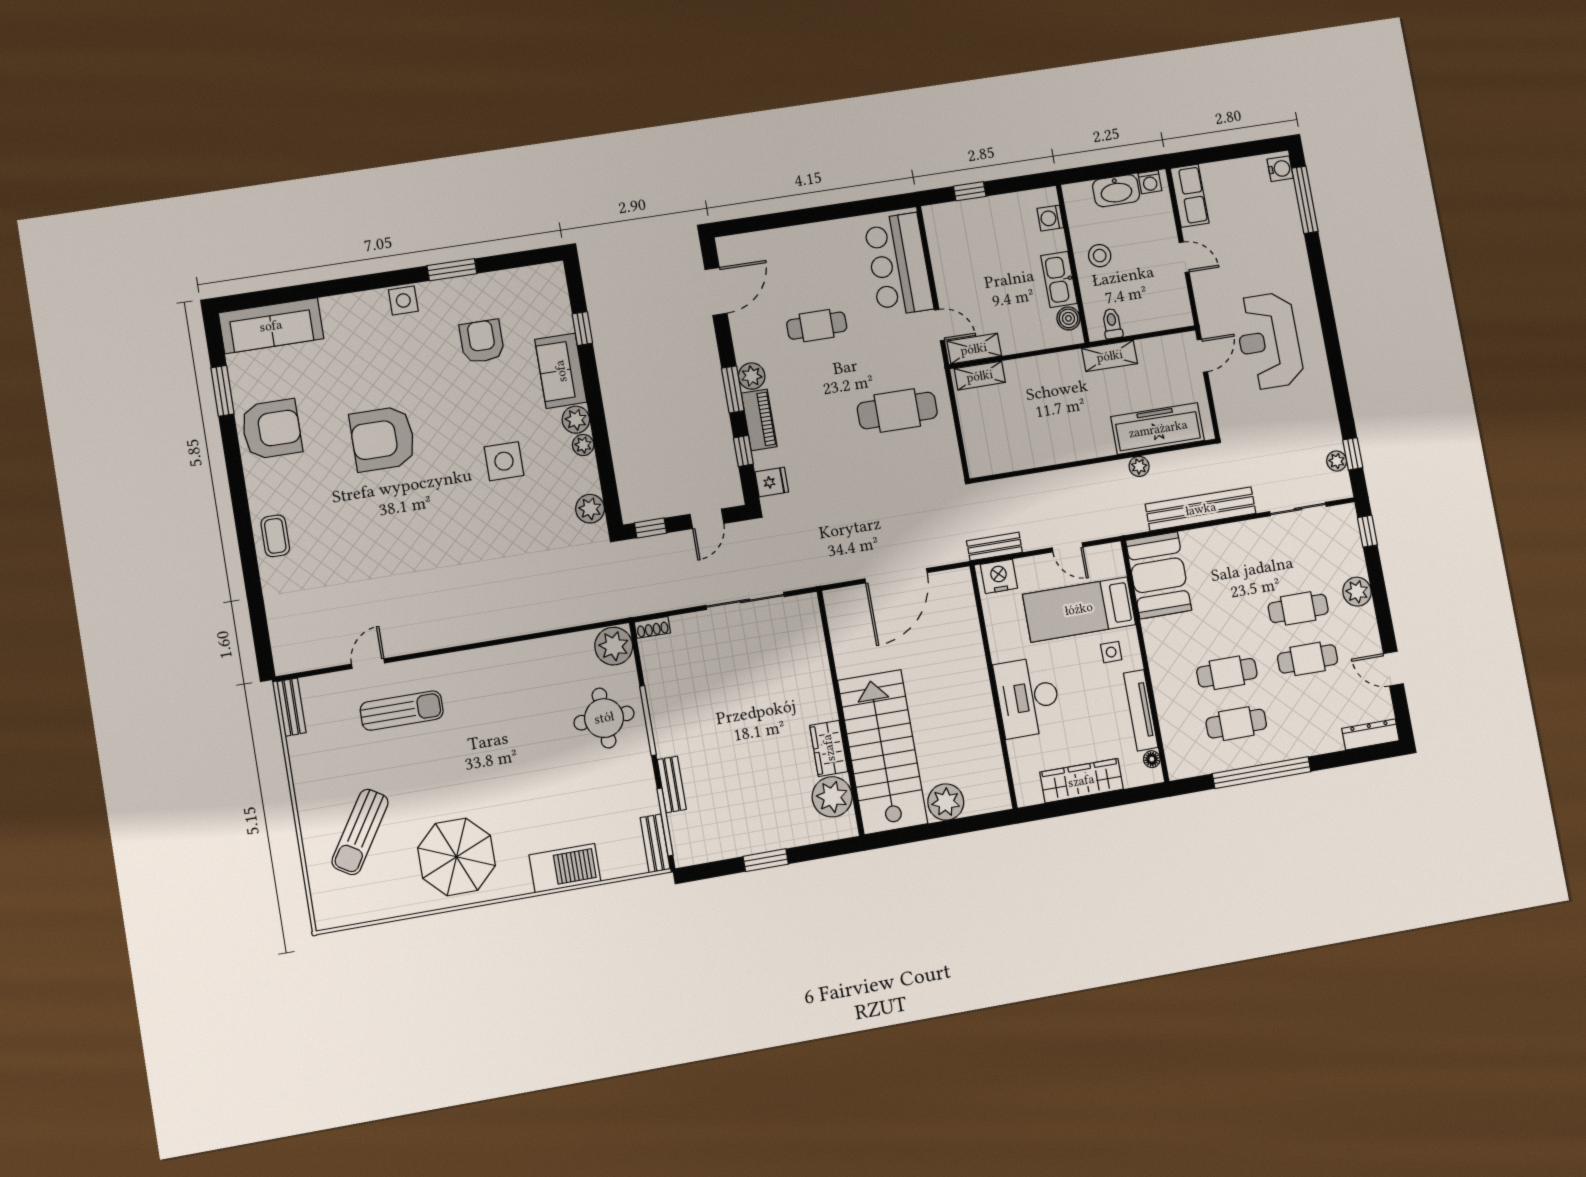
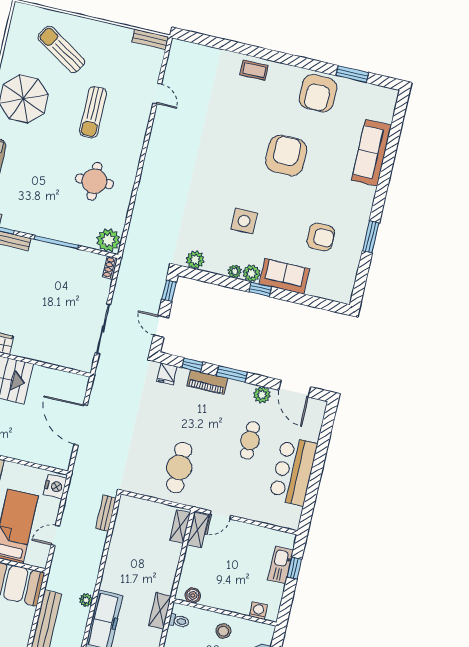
bar counter: (899, 265) -> (293, 471), moved, turned -90
kitchen sink: (1059, 279) -> (281, 565), moved, turned -90
side table: (403, 301) -> (364, 201), removed
sofa: (271, 326) -> (371, 153), moved
window: (582, 329) -> (260, 289), moved
plant: (752, 376) -> (262, 395), moved
bench: (995, 547) -> (106, 513), moved
sun lounger: (402, 711) -> (93, 112), moved
round table: (604, 718) -> (94, 181), moved

